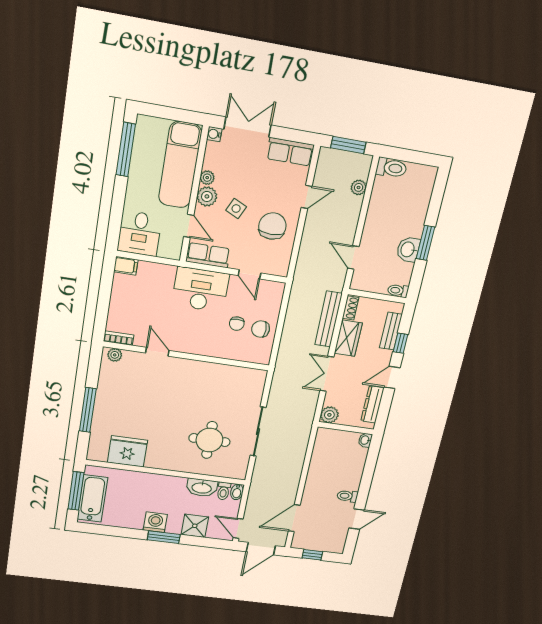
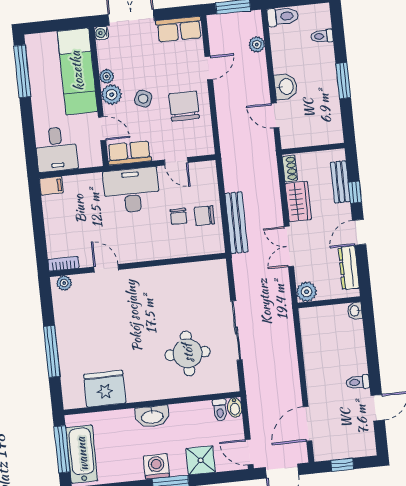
washbasin: (408, 249) -> (286, 87), moved, turned 180
toilet: (398, 291) -> (322, 36), moved
bench: (329, 319) -> (236, 223), moved
washbasin: (202, 488) -> (152, 416), moved

